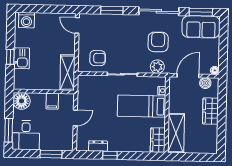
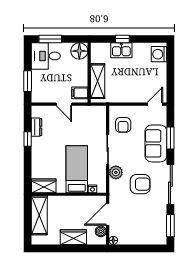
sofa: (201, 27) -> (156, 143), moved
plant: (157, 67) -> (116, 172), moved
shelving: (67, 73) -> (98, 81), moved, turned 90
door: (188, 76) -> (108, 214), swing flipped
filing cabinet: (52, 101) -> (80, 93), moved
shelving: (176, 133) -> (39, 215), moved, turned 90

